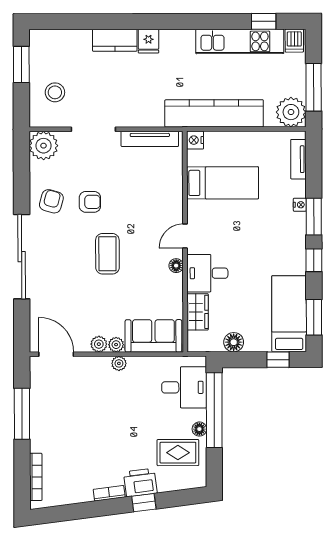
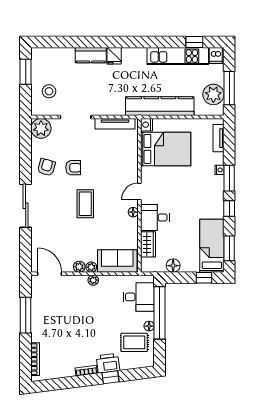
plant: (291, 112) -> (213, 94), moved
bed: (223, 183) -> (166, 149), width x1.50
sliding door: (22, 257) -> (26, 206), width x0.73

